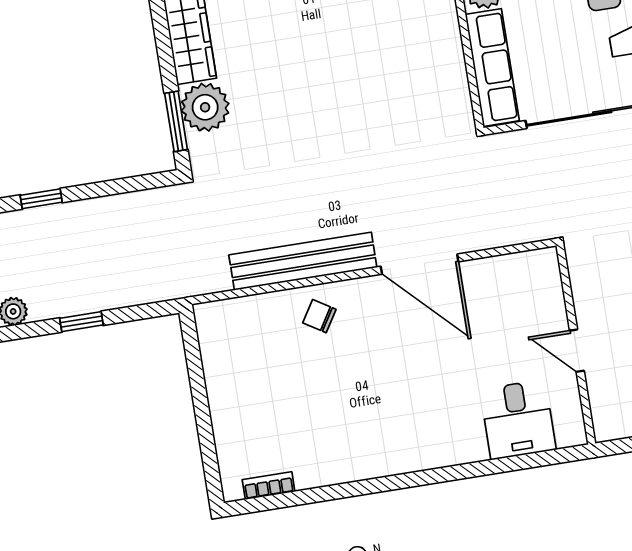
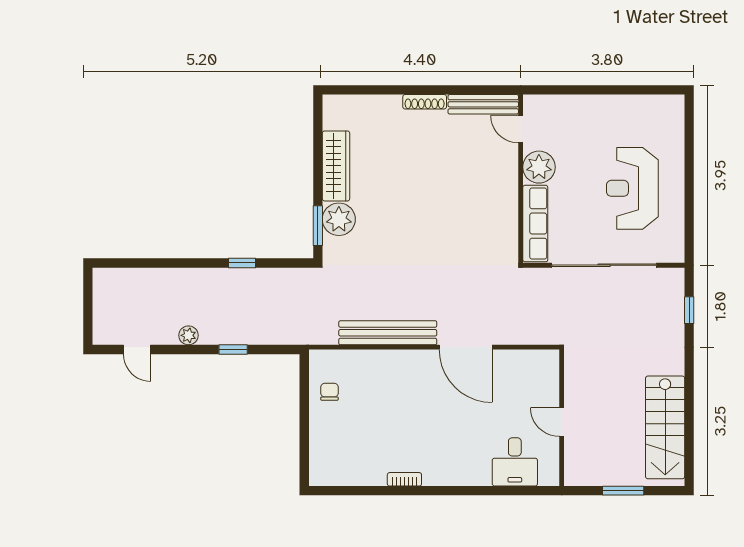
window: (41, 199) -> (242, 263), moved
chair: (319, 316) -> (329, 392), moved, turned 58
bookcase: (269, 486) -> (404, 479), moved

